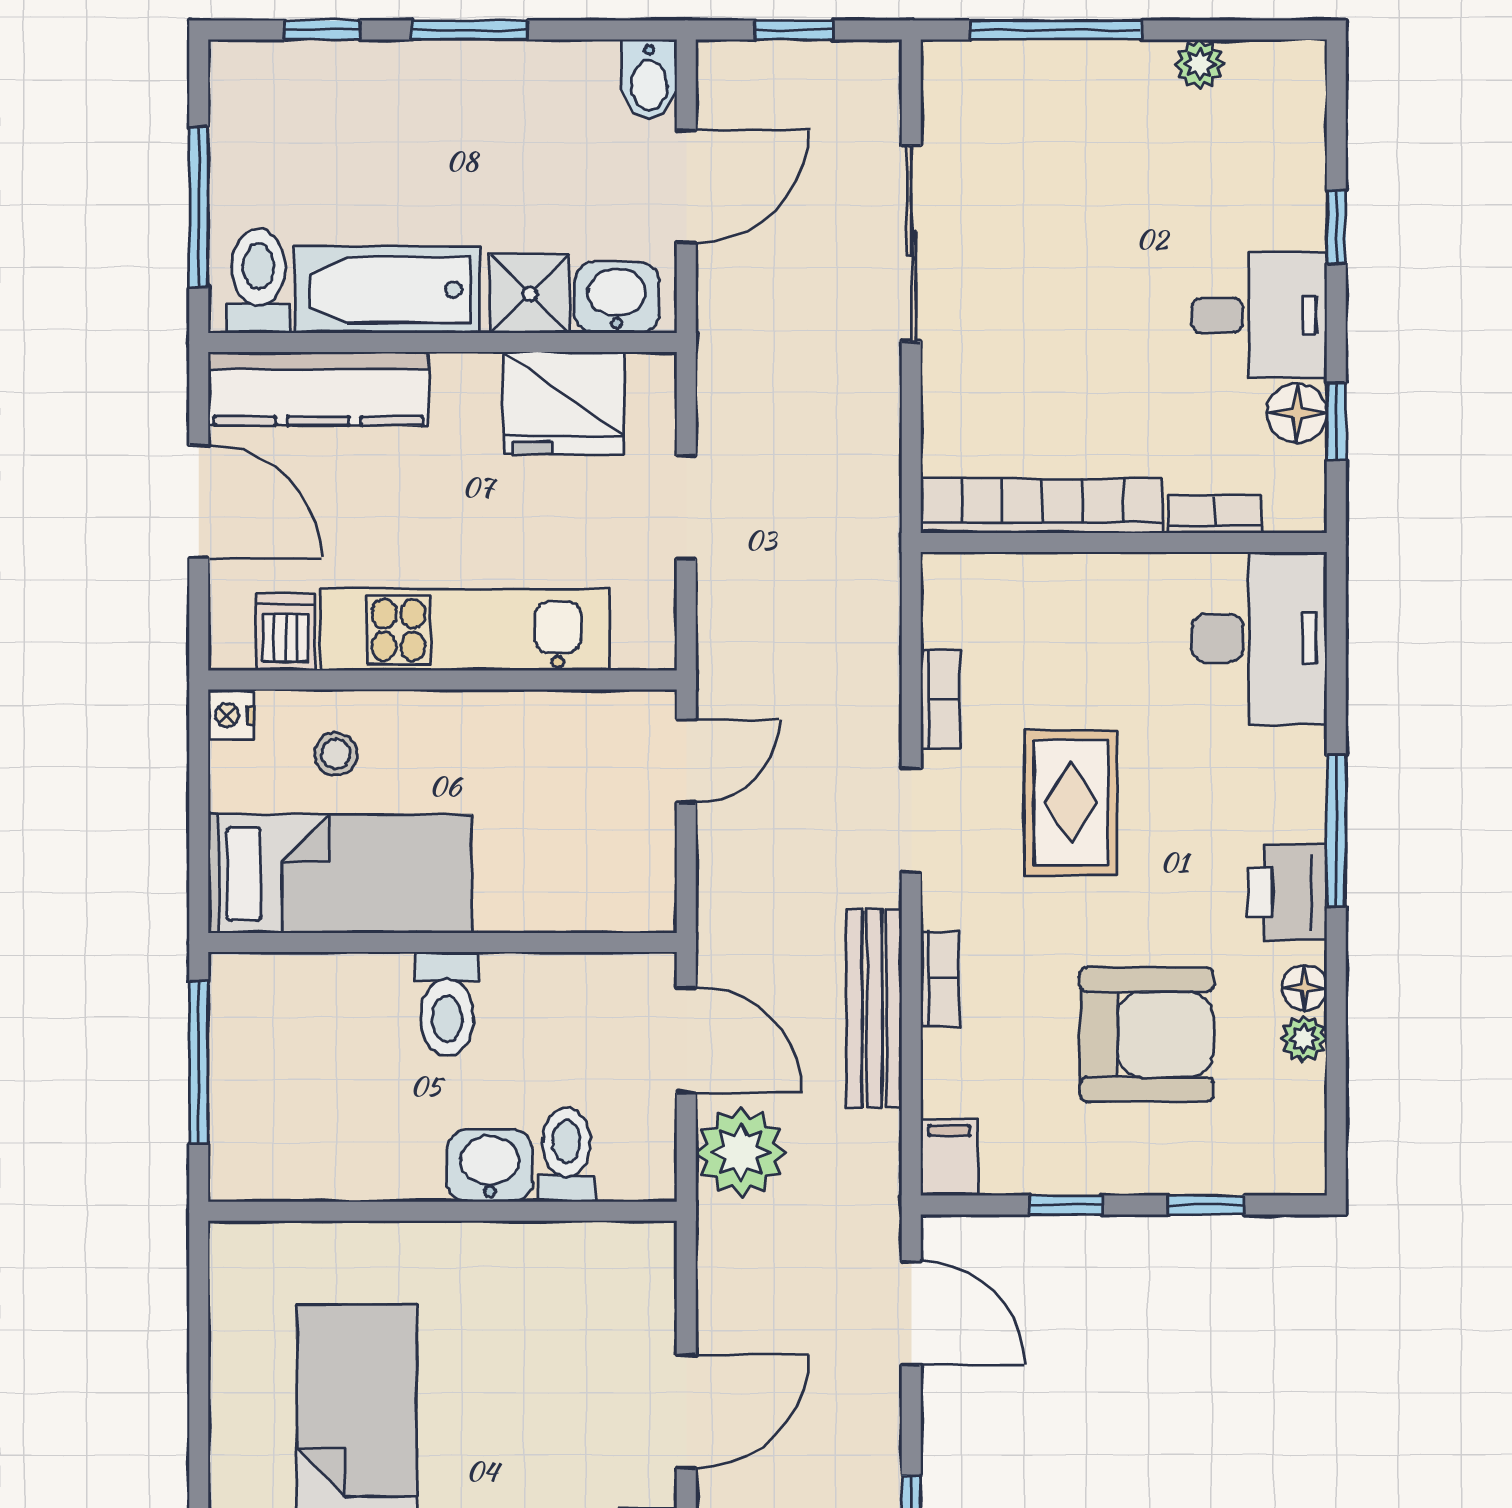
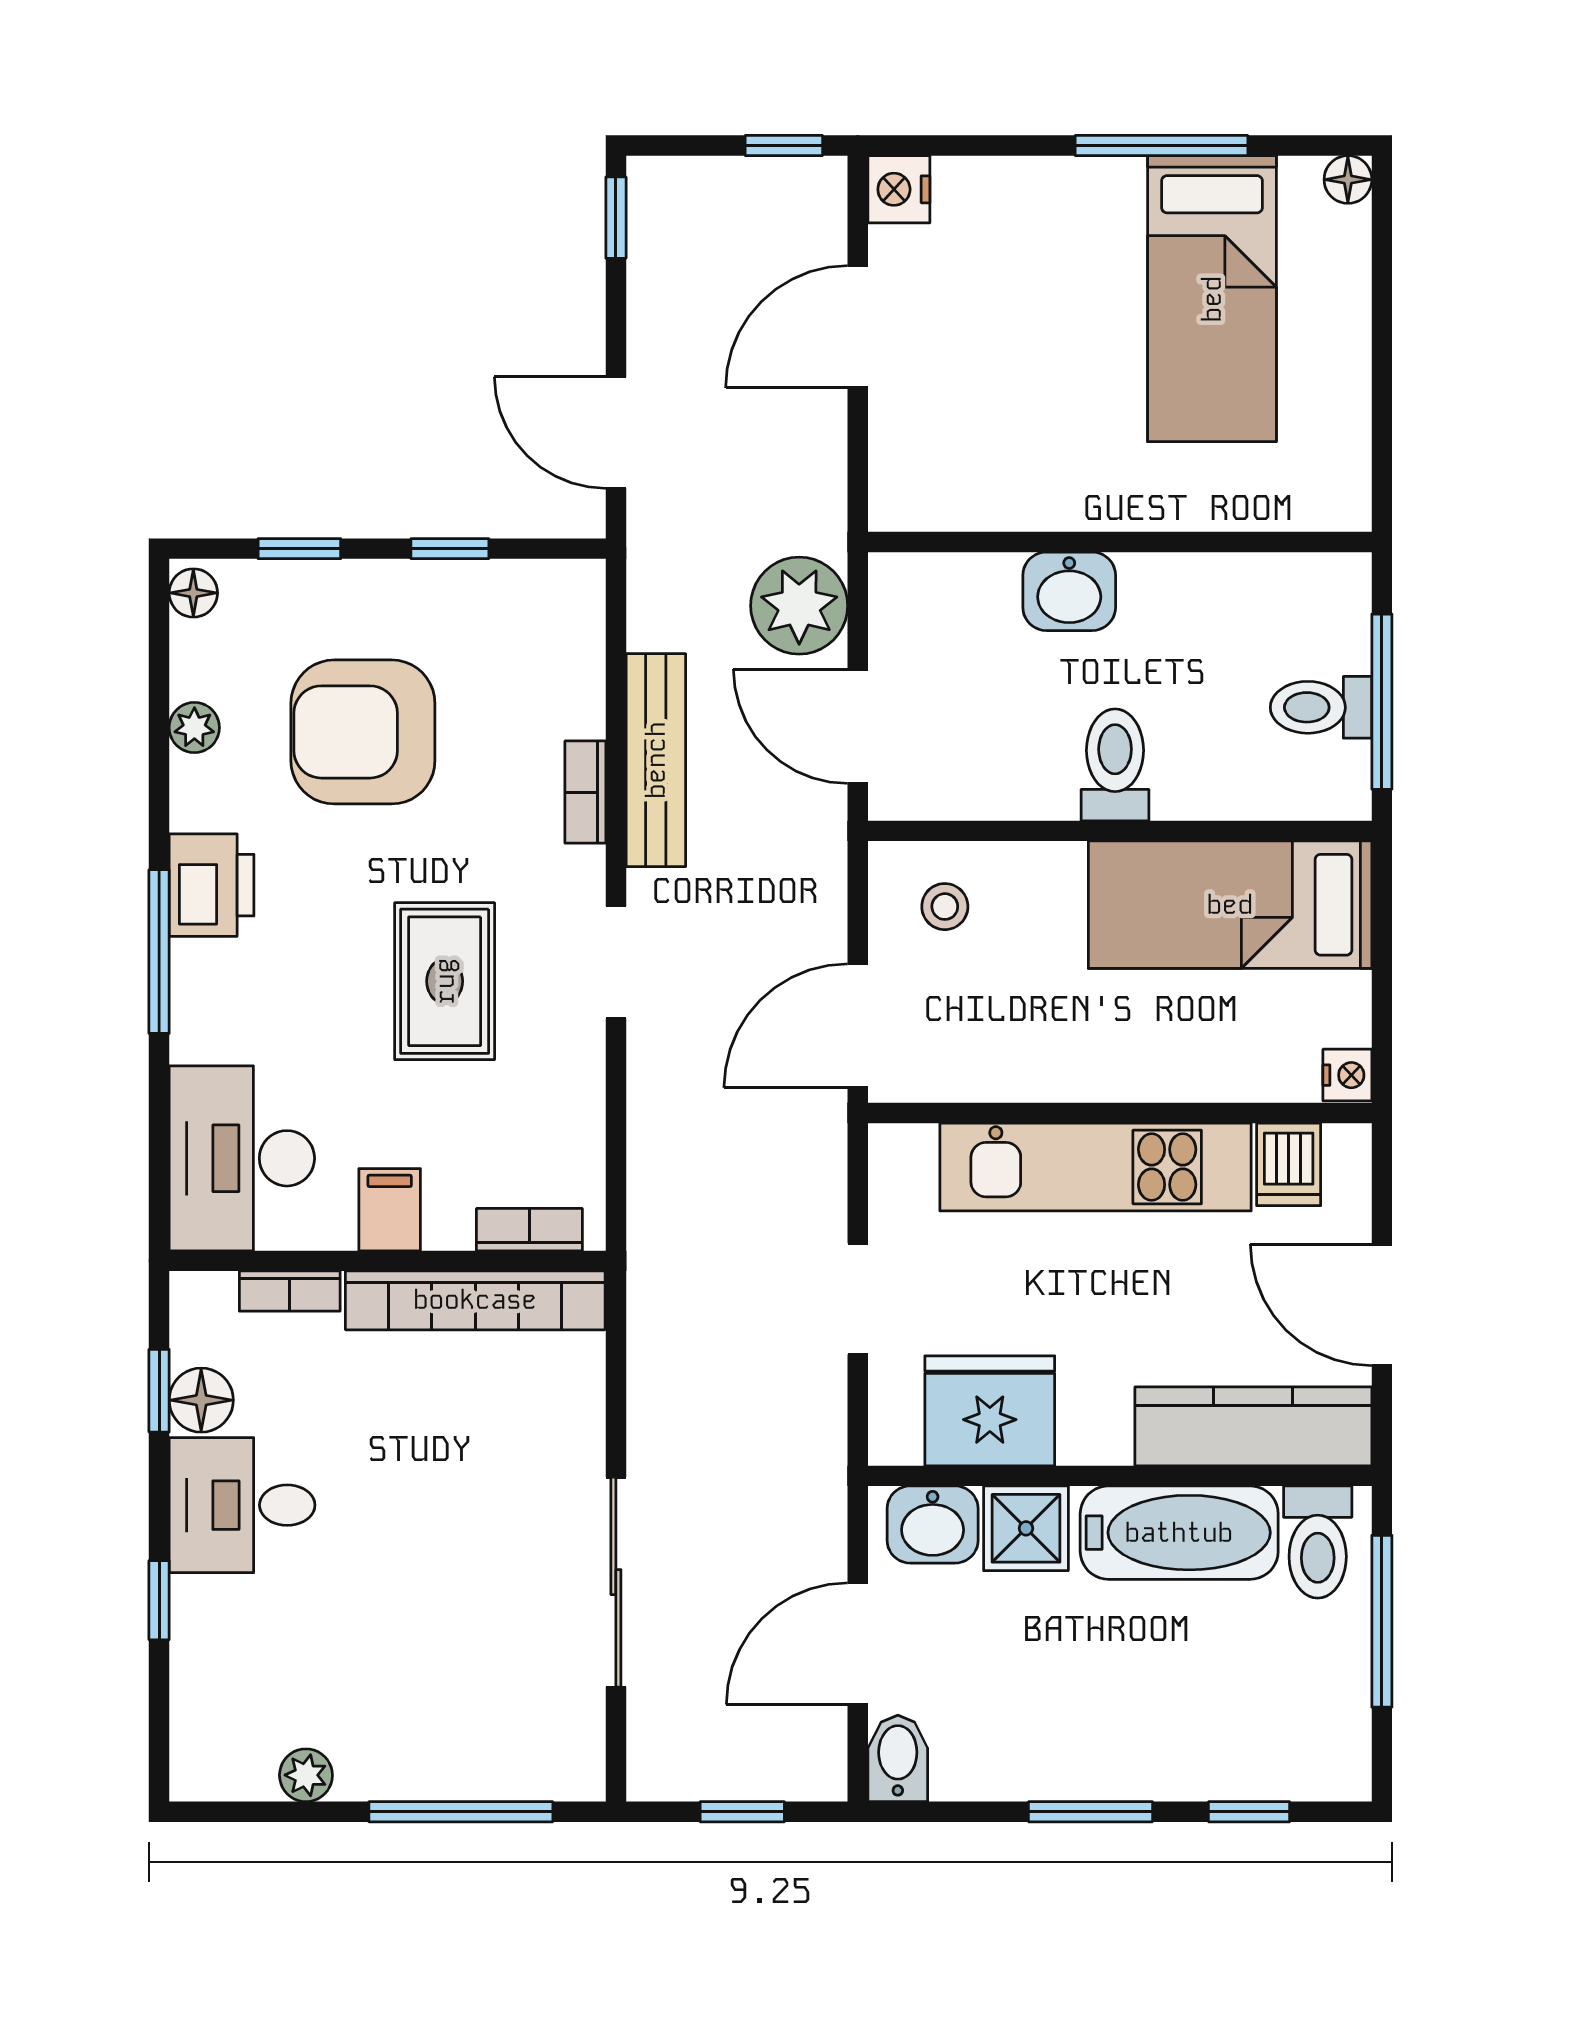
bookcase: (940, 699) -> (529, 1230), moved, turned 90
stool: (336, 754) -> (945, 907), moved
door: (686, 761) -> (858, 1026), width x1.38
floor lamp: (1304, 988) -> (193, 593), moved
toilet: (567, 1155) -> (1321, 707), moved, turned 90
filing cabinet: (949, 1157) -> (390, 1210), moved, turned 180

